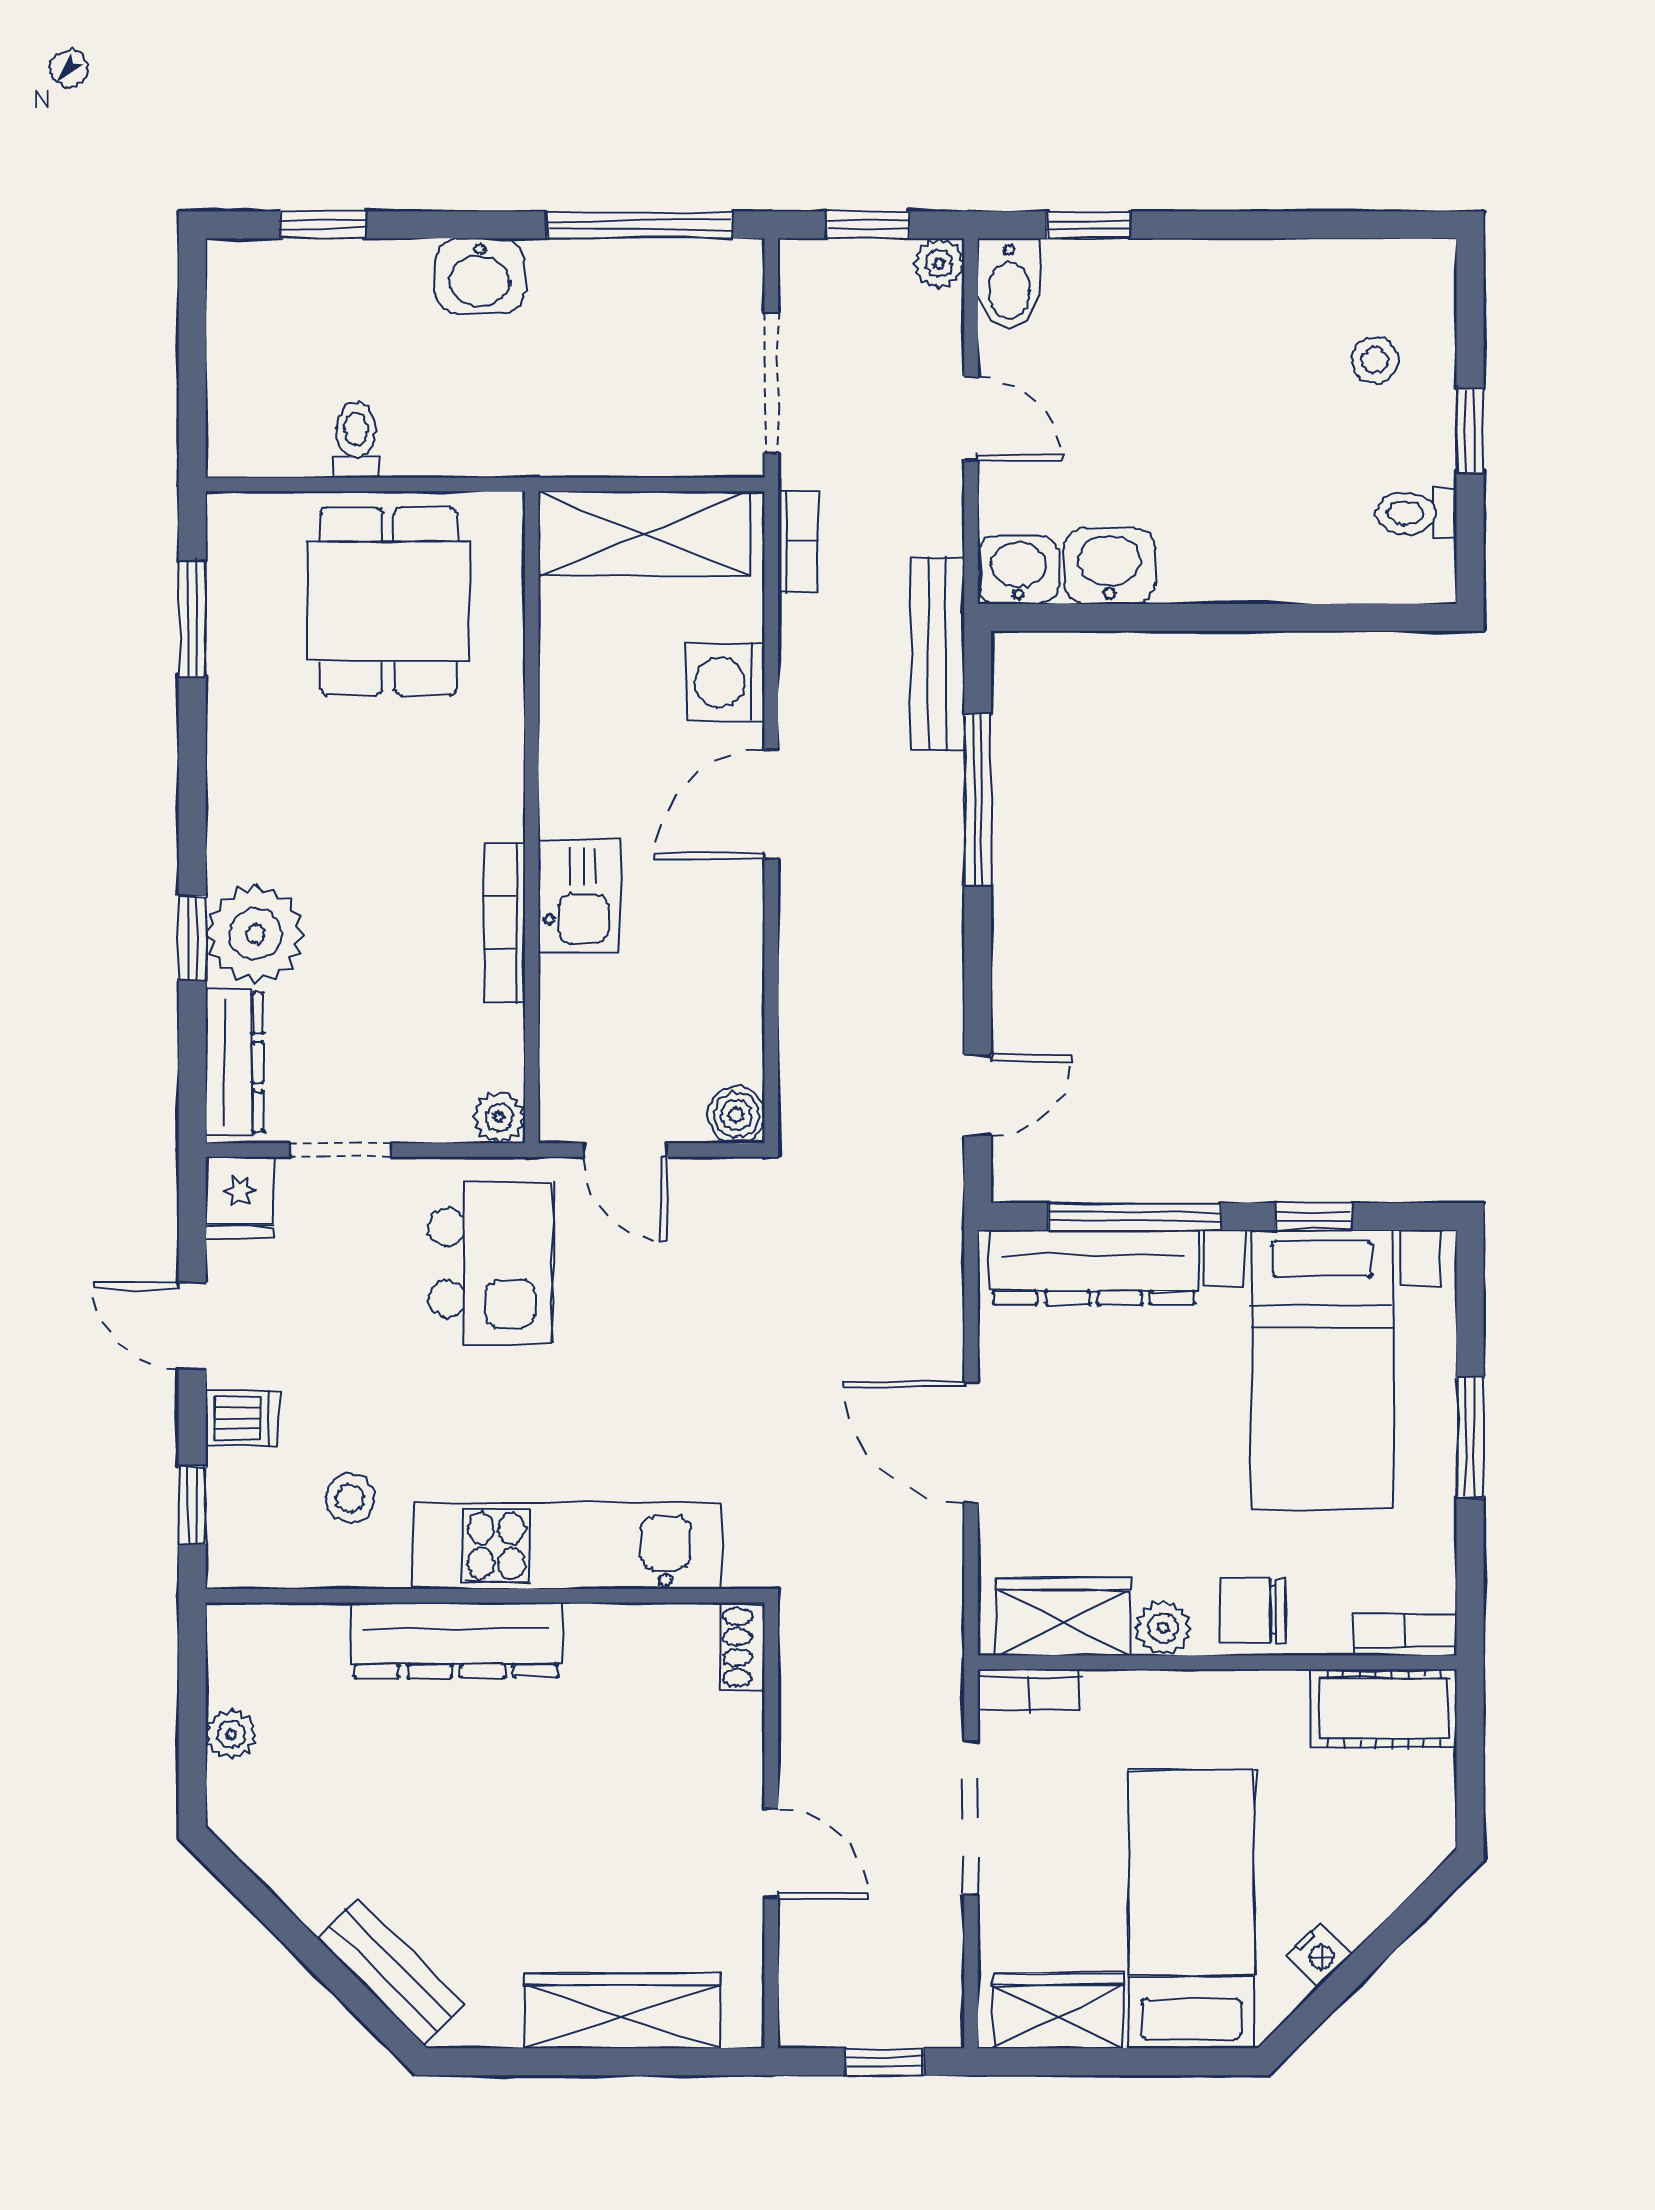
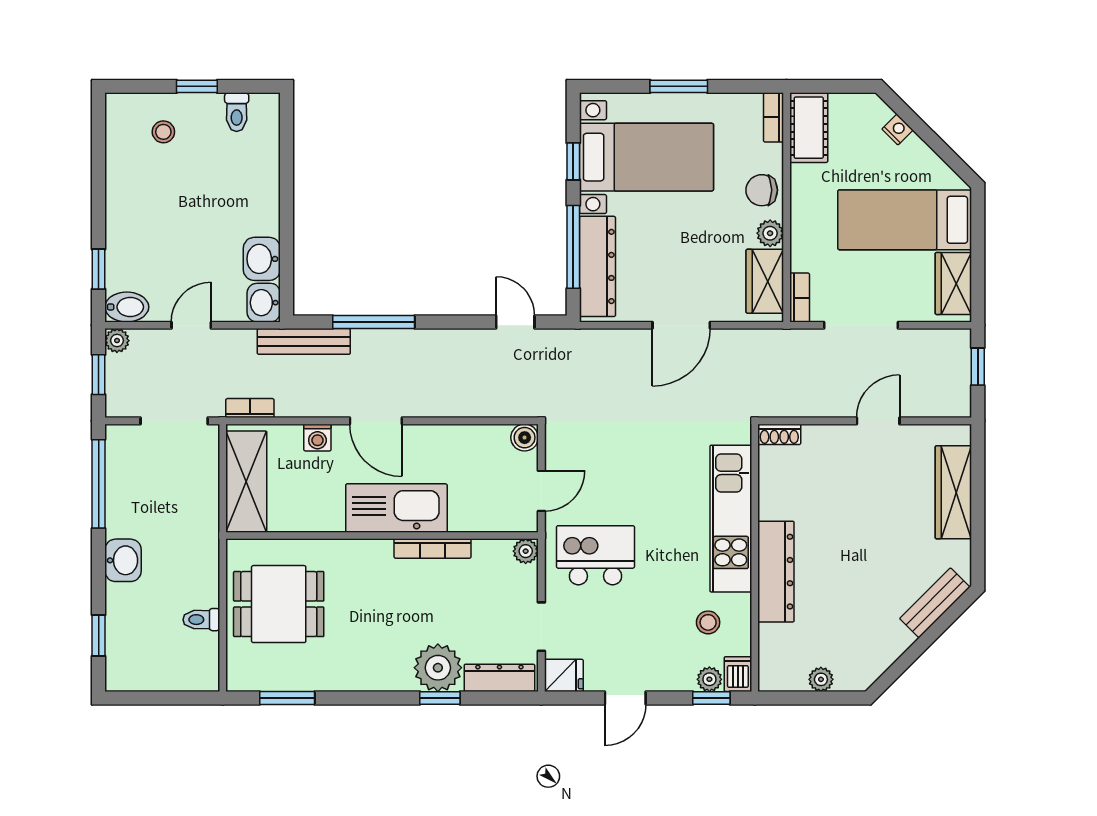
washing machine: (726, 682) -> (317, 438), width x0.73, depth x0.73
kitchen sink: (579, 897) -> (396, 508), width x1.88, depth x1.24
dishwasher: (242, 1418) -> (738, 674), moved
plant: (231, 1501) -> (709, 679), added
chair: (1253, 1610) -> (762, 190), turned 90
nightstand: (1319, 1955) -> (897, 129), moved

